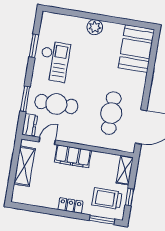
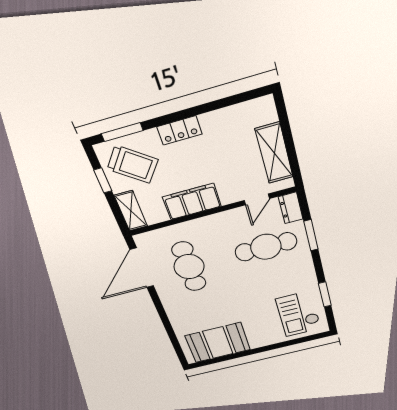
plant: (95, 27) -> (259, 340), removed
booth: (136, 49) -> (218, 343), moved, turned 90
checkout: (54, 61) -> (299, 314), moved
filing cabinet: (73, 156) -> (192, 202), moved
trolley: (107, 199) -> (133, 164), turned 38

